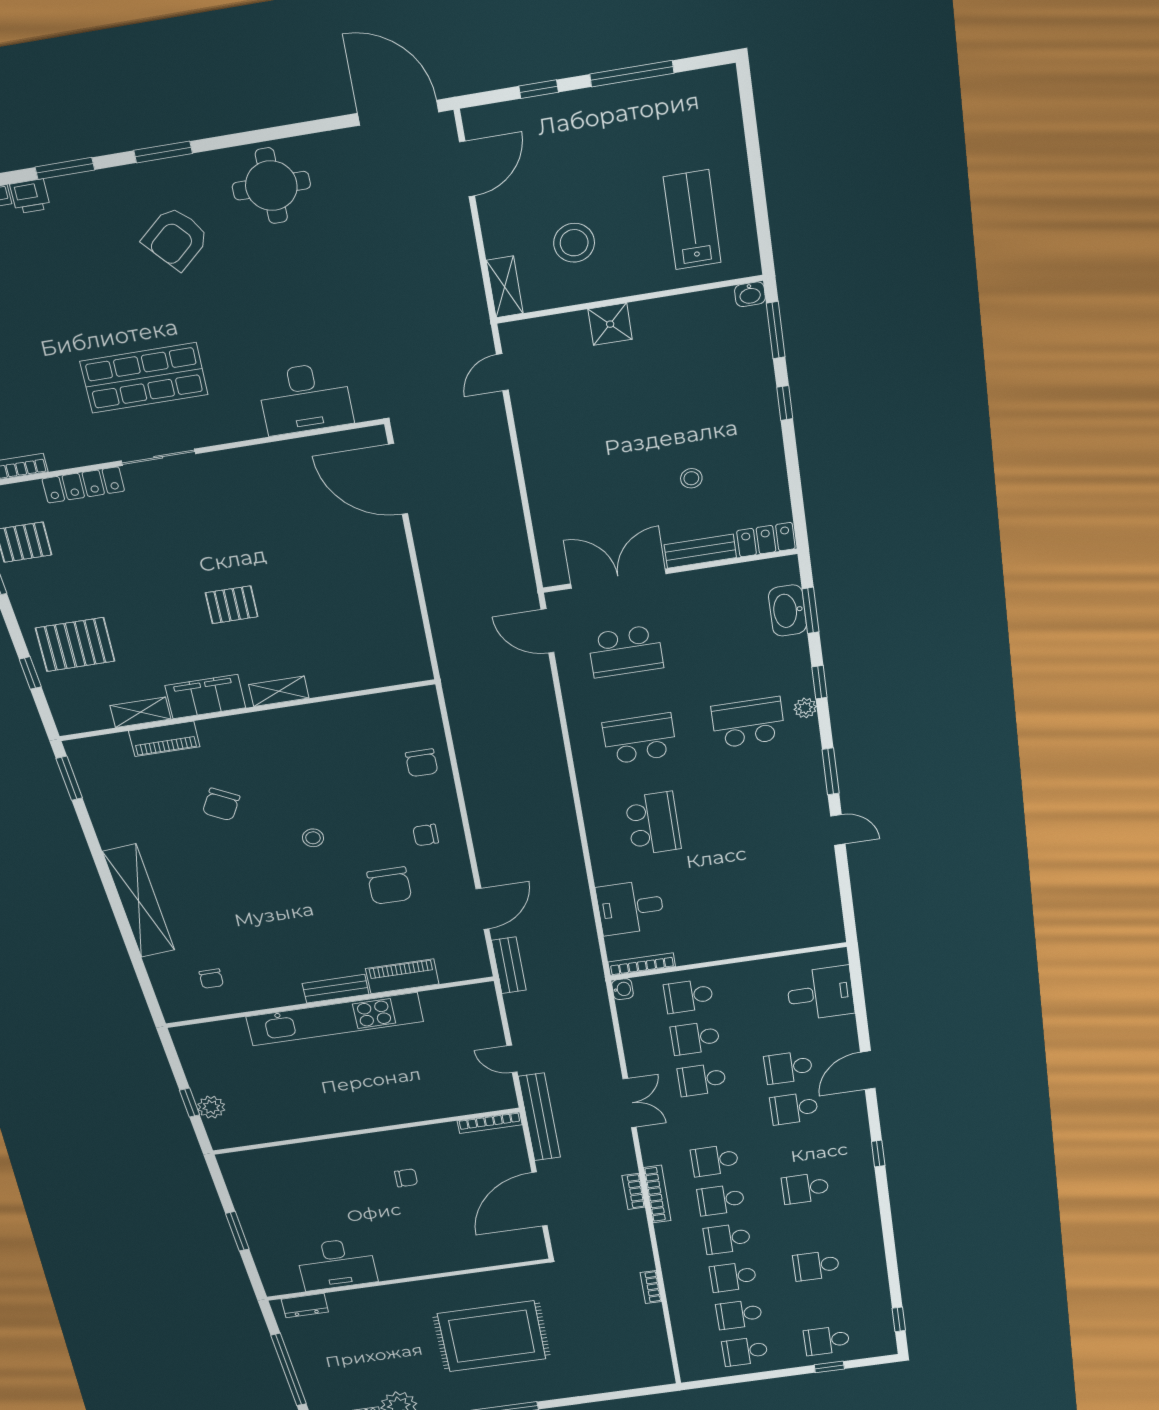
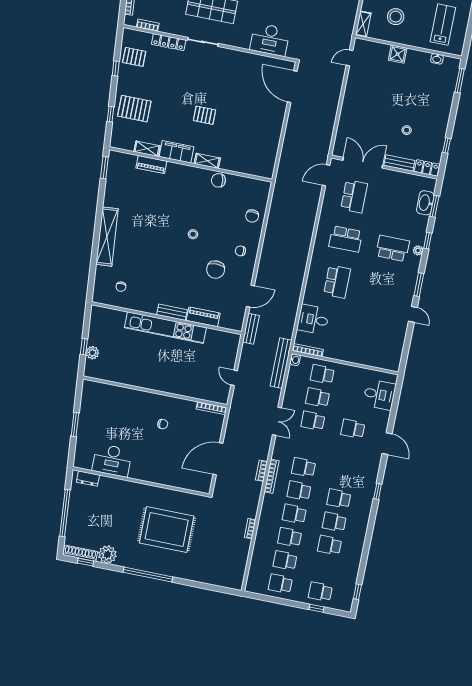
washbasin: (750, 294) -> (437, 59), moved
window: (785, 403) -> (447, 145), moved
door: (547, 631) -> (326, 175), hinge flipped
school desk: (626, 651) -> (354, 196), turned -90
school desk: (640, 739) -> (346, 239), turned 180
chair: (221, 804) -> (218, 180), moved, turned 54
door: (868, 1070) -> (387, 444), swing flipped
school desk: (794, 1108) -> (334, 522), moved
bench: (539, 1117) -> (281, 363), moved

